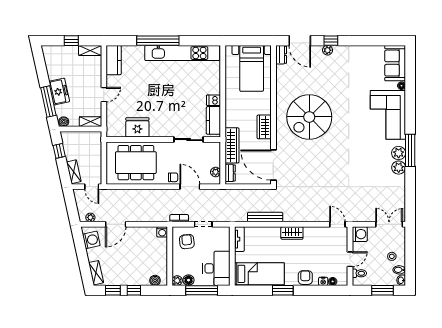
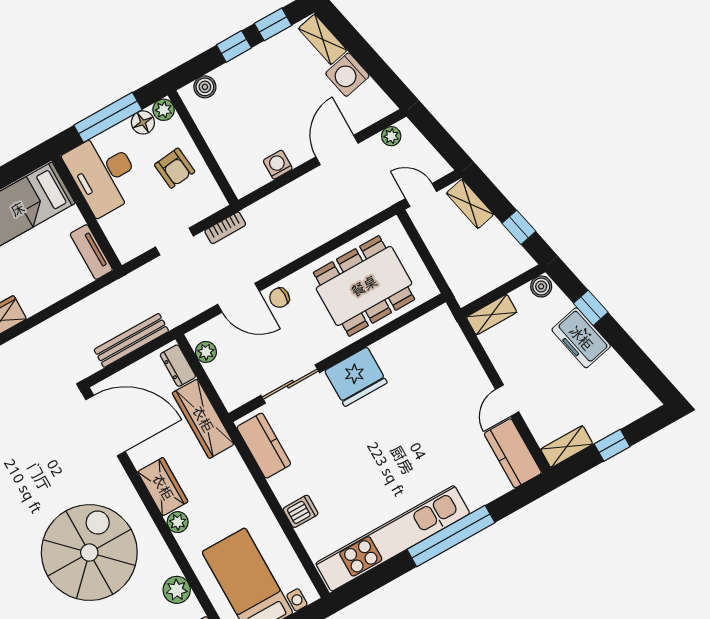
plant: (282, 82) -> (177, 590), added
door: (104, 95) -> (507, 401), moved
dishwasher: (214, 100) -> (301, 511), moved
window: (48, 102) -> (591, 308), width x0.46
plant: (266, 109) -> (178, 522), added
fridge: (137, 127) -> (356, 377), moved
bench: (265, 217) -> (131, 340), moved
washing machine: (162, 232) -> (278, 165), moved
washing machine: (91, 240) -> (347, 75), moved
armchair: (187, 242) -> (175, 168), moved

